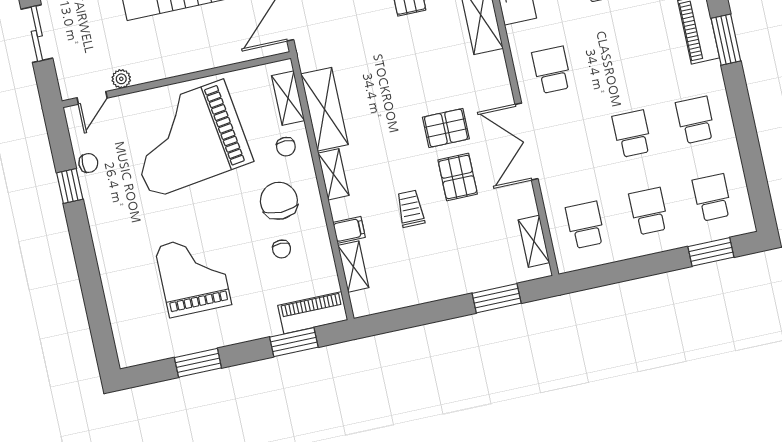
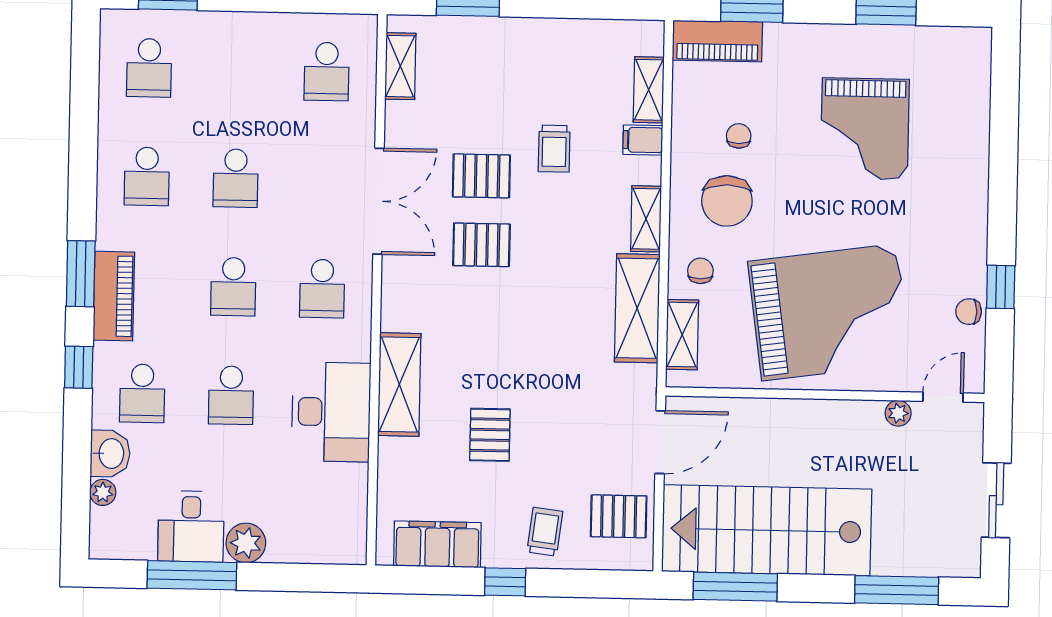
pallet: (458, 177) -> (481, 176), turned 90
school desk: (649, 211) -> (233, 287), moved

